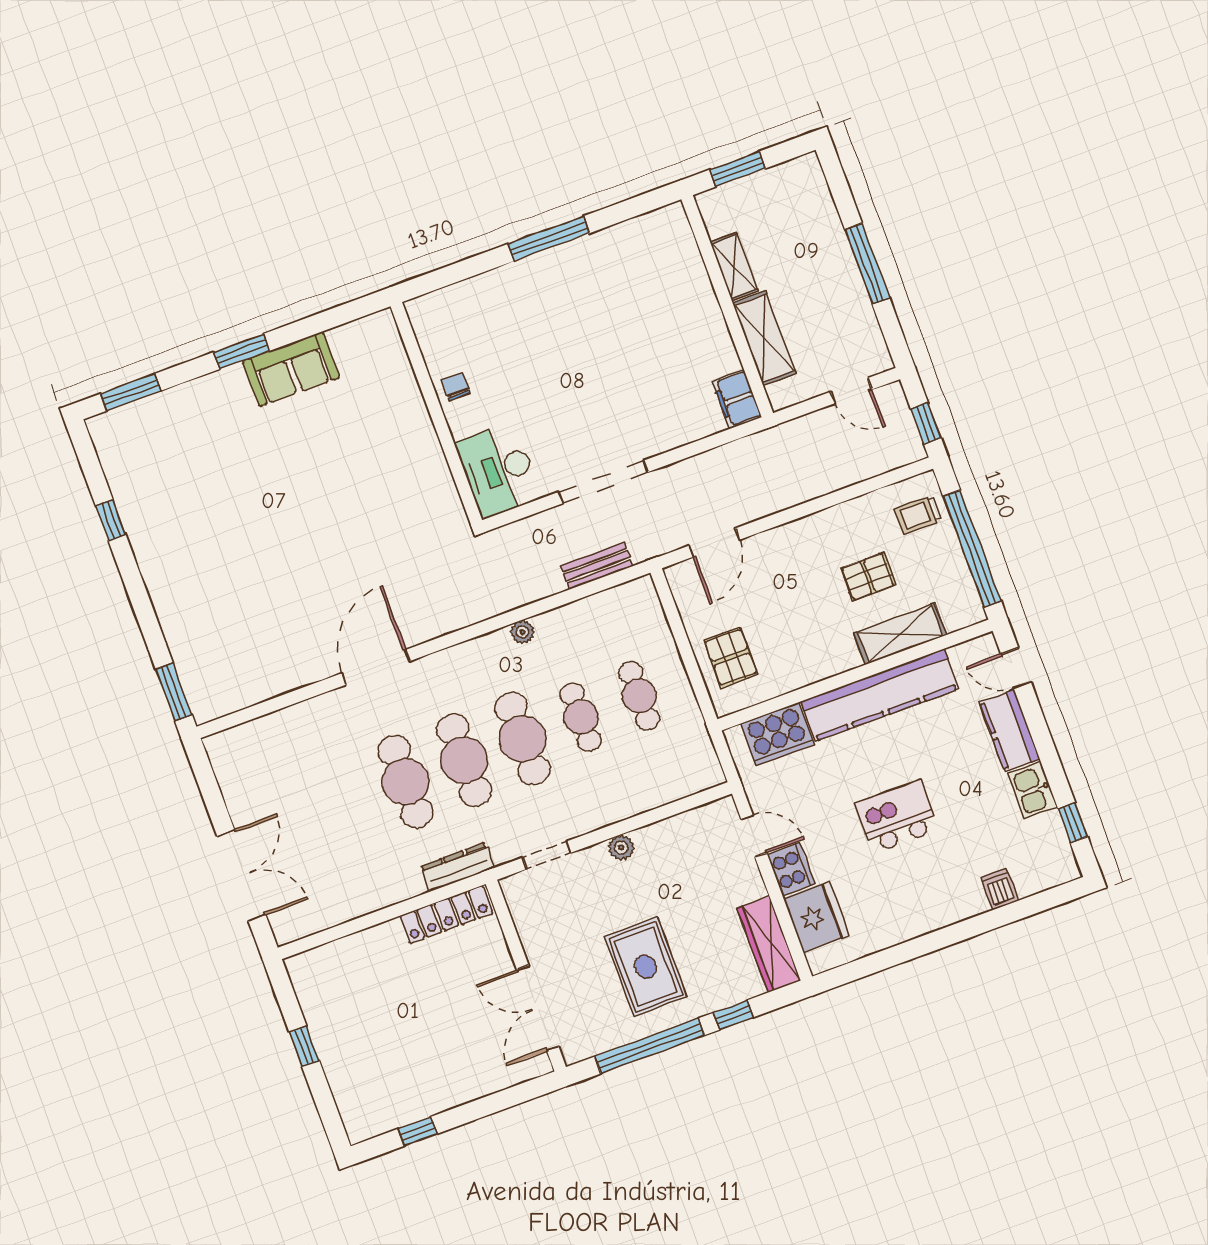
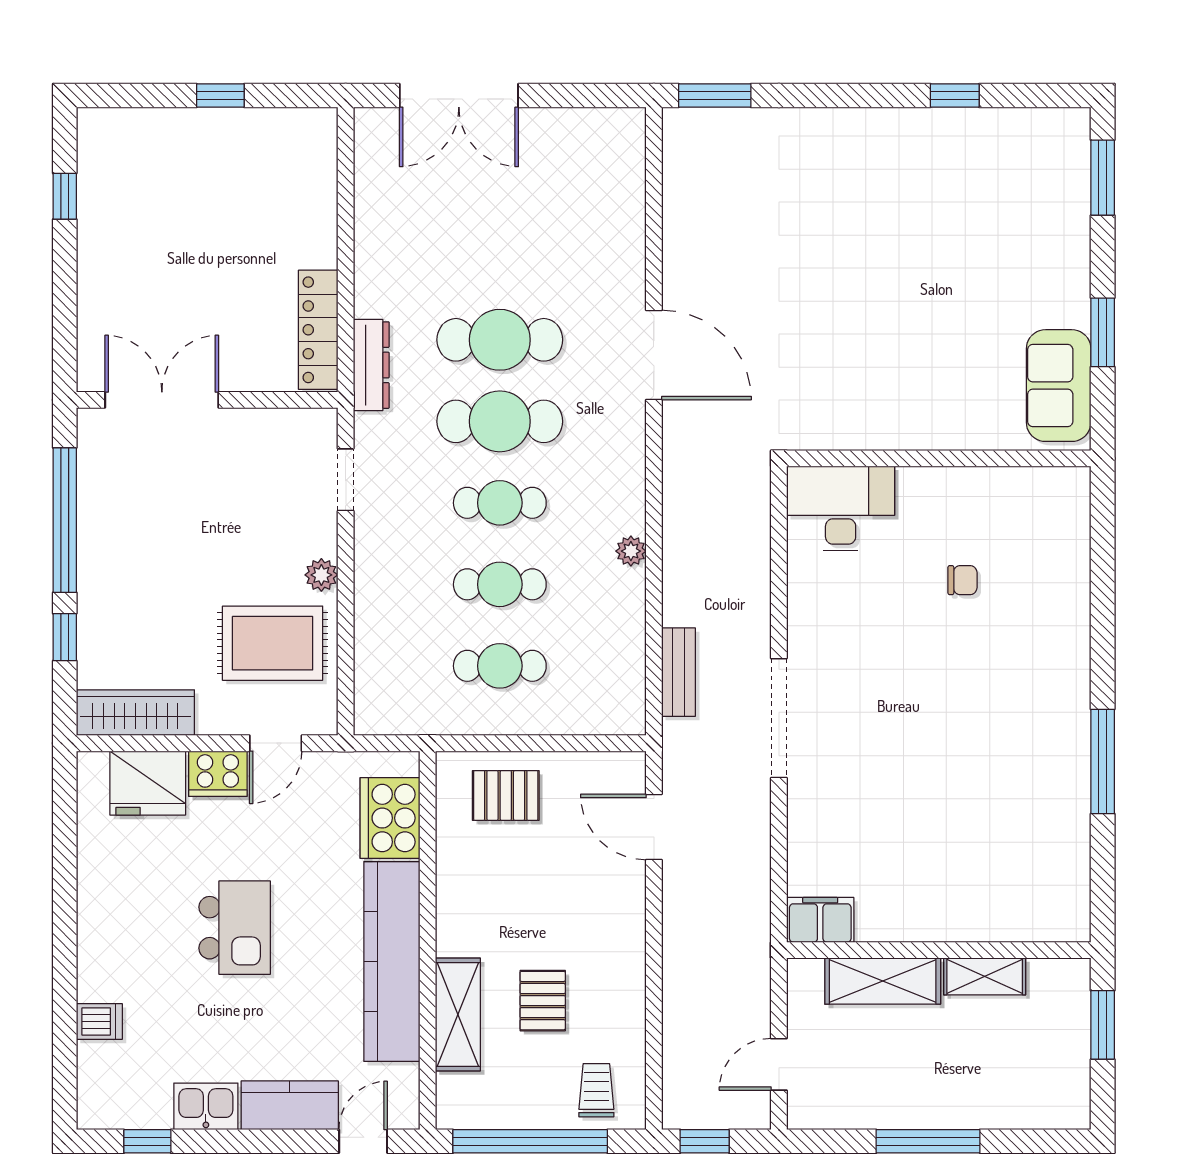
wall: (436, 413) -> (939, 458), moved
desk: (498, 470) -> (841, 509), moved
cafe table: (522, 739) -> (500, 503), width x0.73, depth x0.74
rug: (646, 967) -> (273, 643), moved

